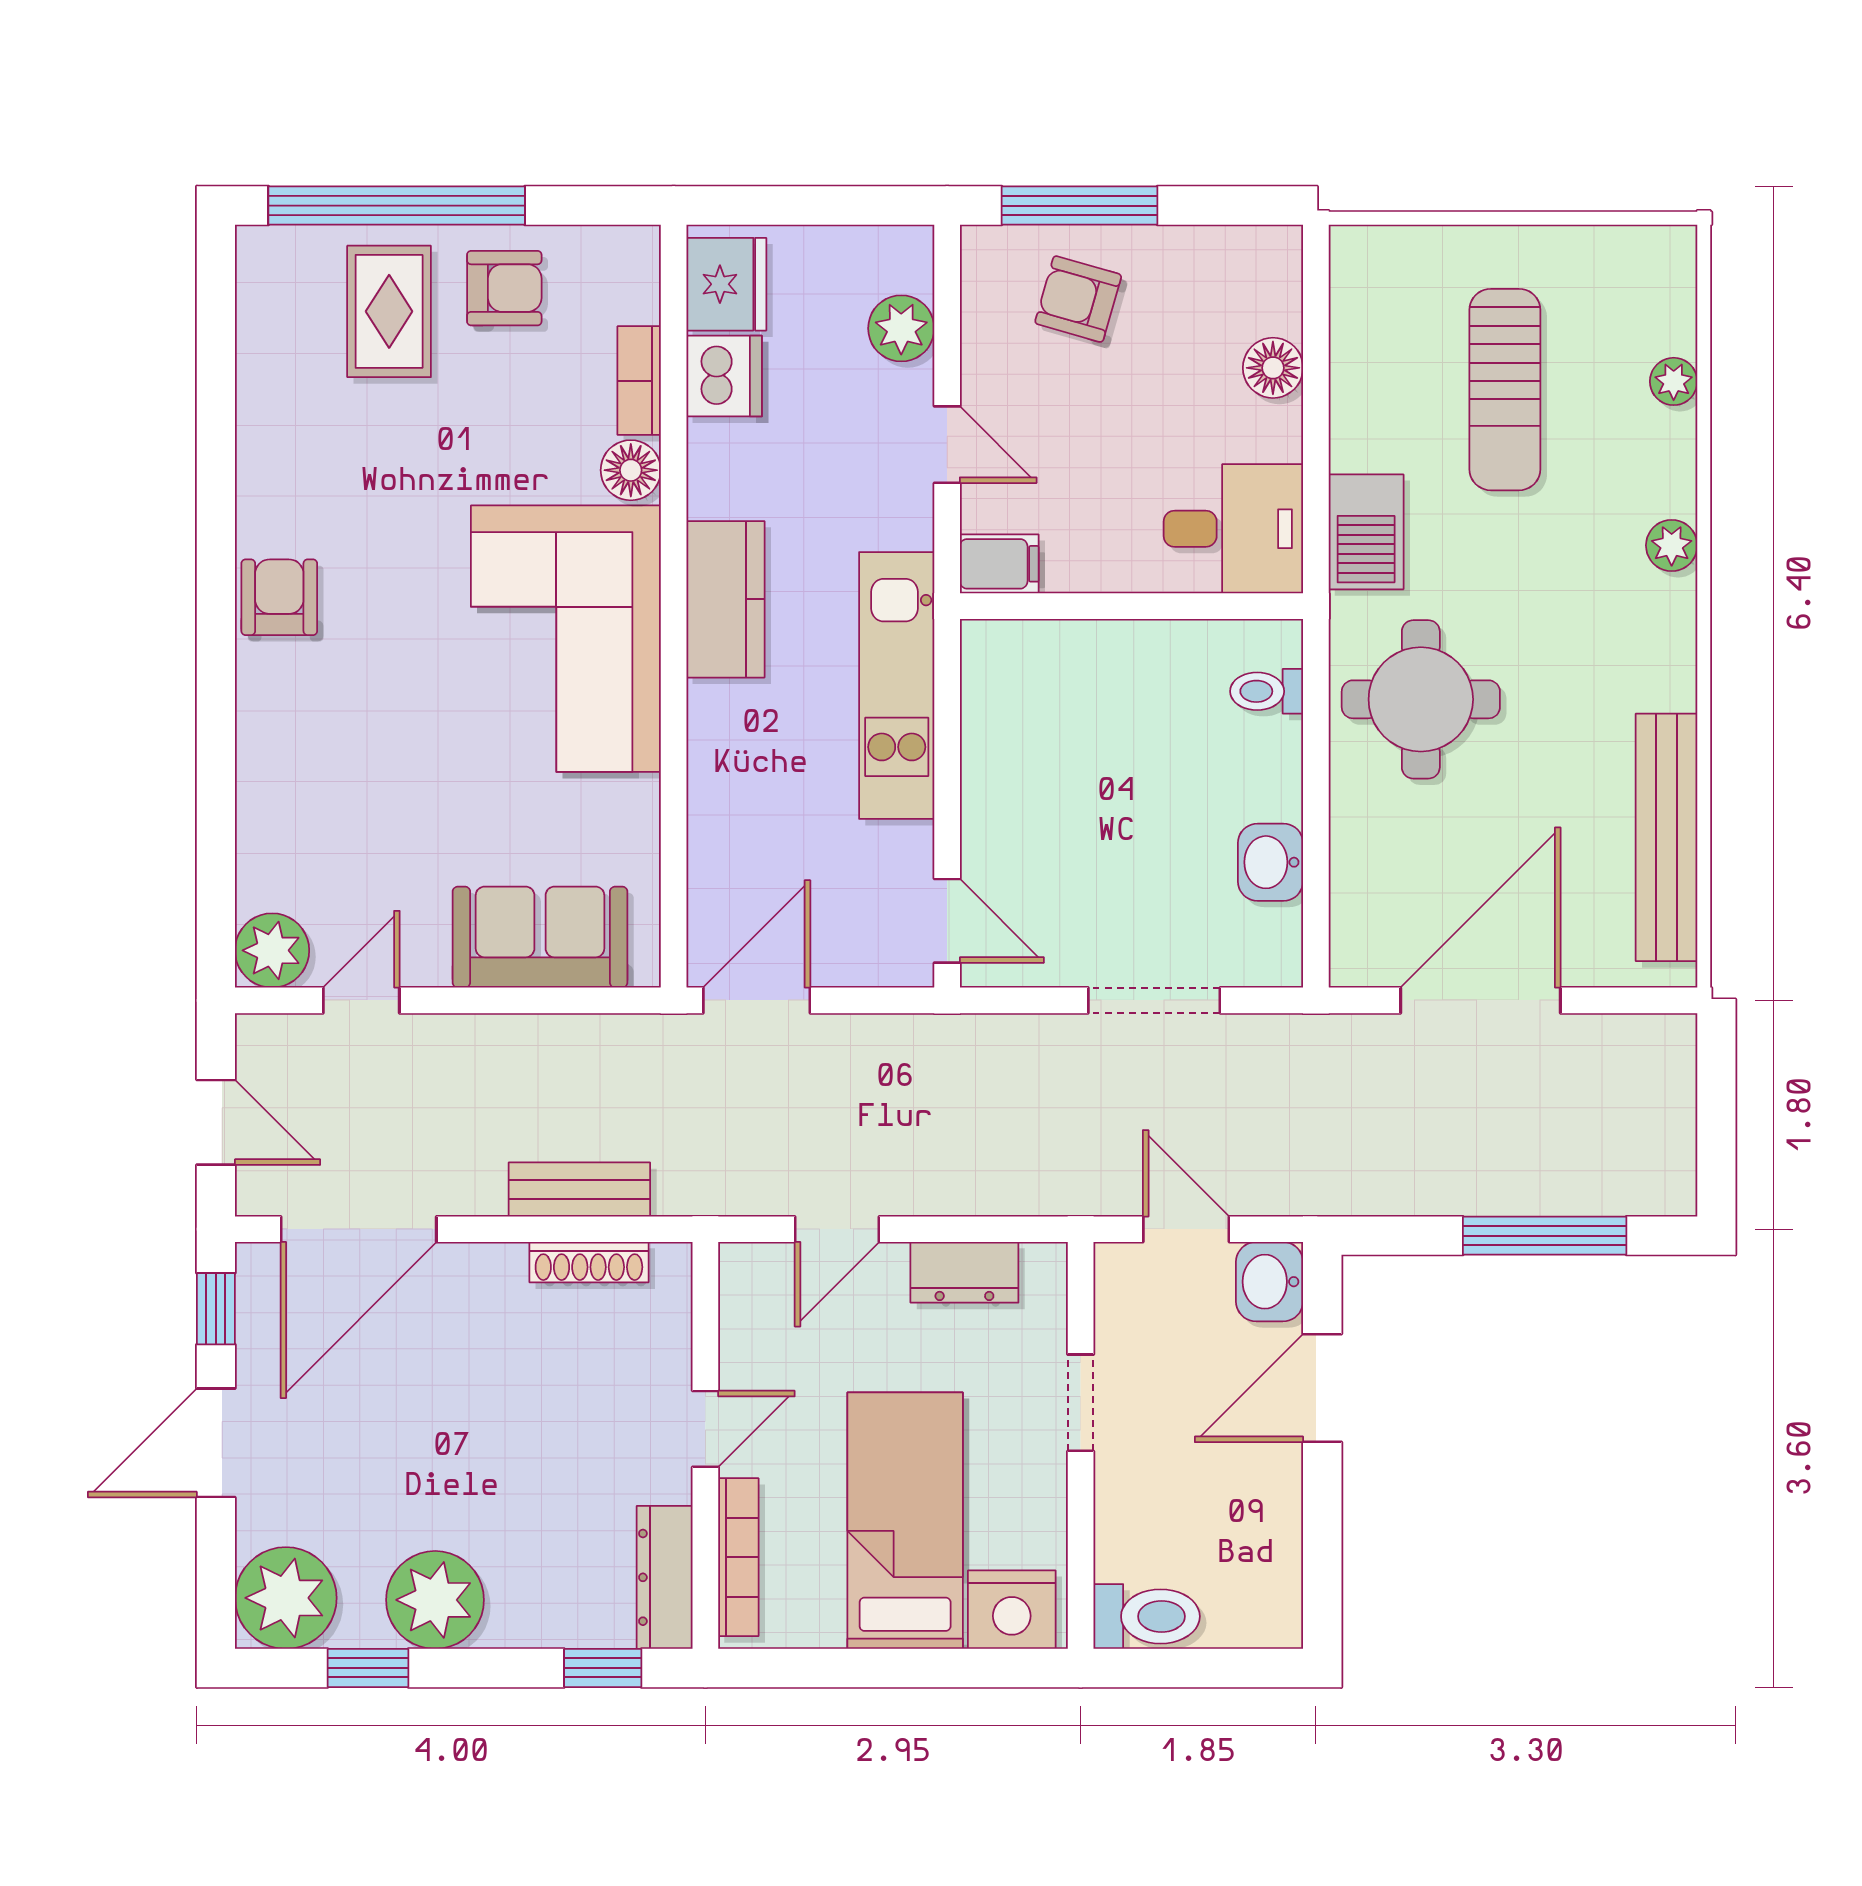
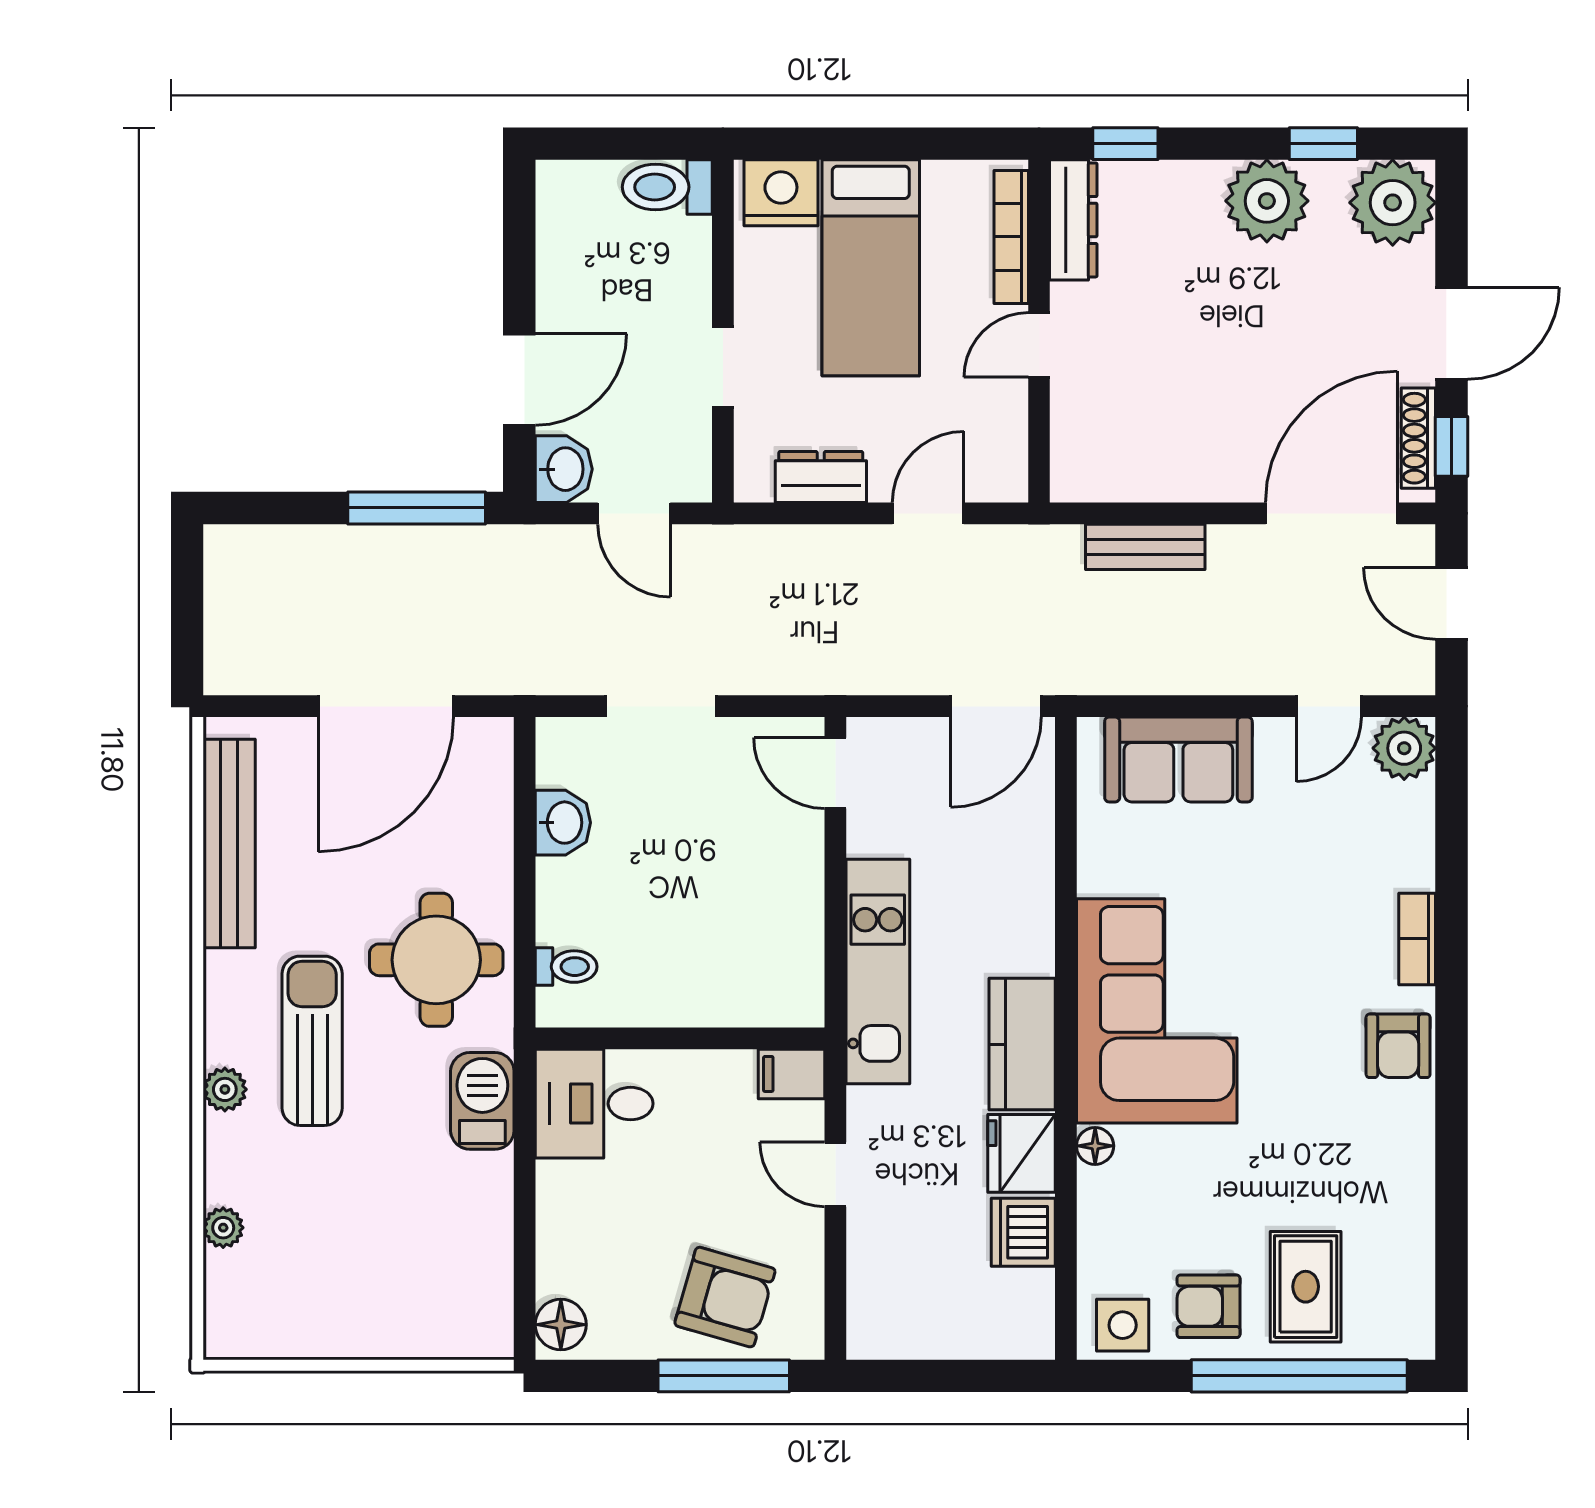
side table: (606, 266) -> (1123, 1325), added
fridge: (726, 284) -> (1021, 1153), moved
armchair: (1078, 299) -> (725, 1297), width x1.38, depth x1.38
plant: (901, 328) -> (874, 1272), removed
floor lamp: (1273, 368) -> (561, 1325), moved
bookcase: (639, 381) -> (1417, 939), moved, turned 180
sun lounger: (1505, 390) -> (312, 1041), moved
floor lamp: (631, 470) -> (1095, 1146), width x0.73, depth x0.73
window: (1545, 1236) -> (417, 508), moved
shoe rack: (589, 1262) -> (1418, 438), moved, turned -90

